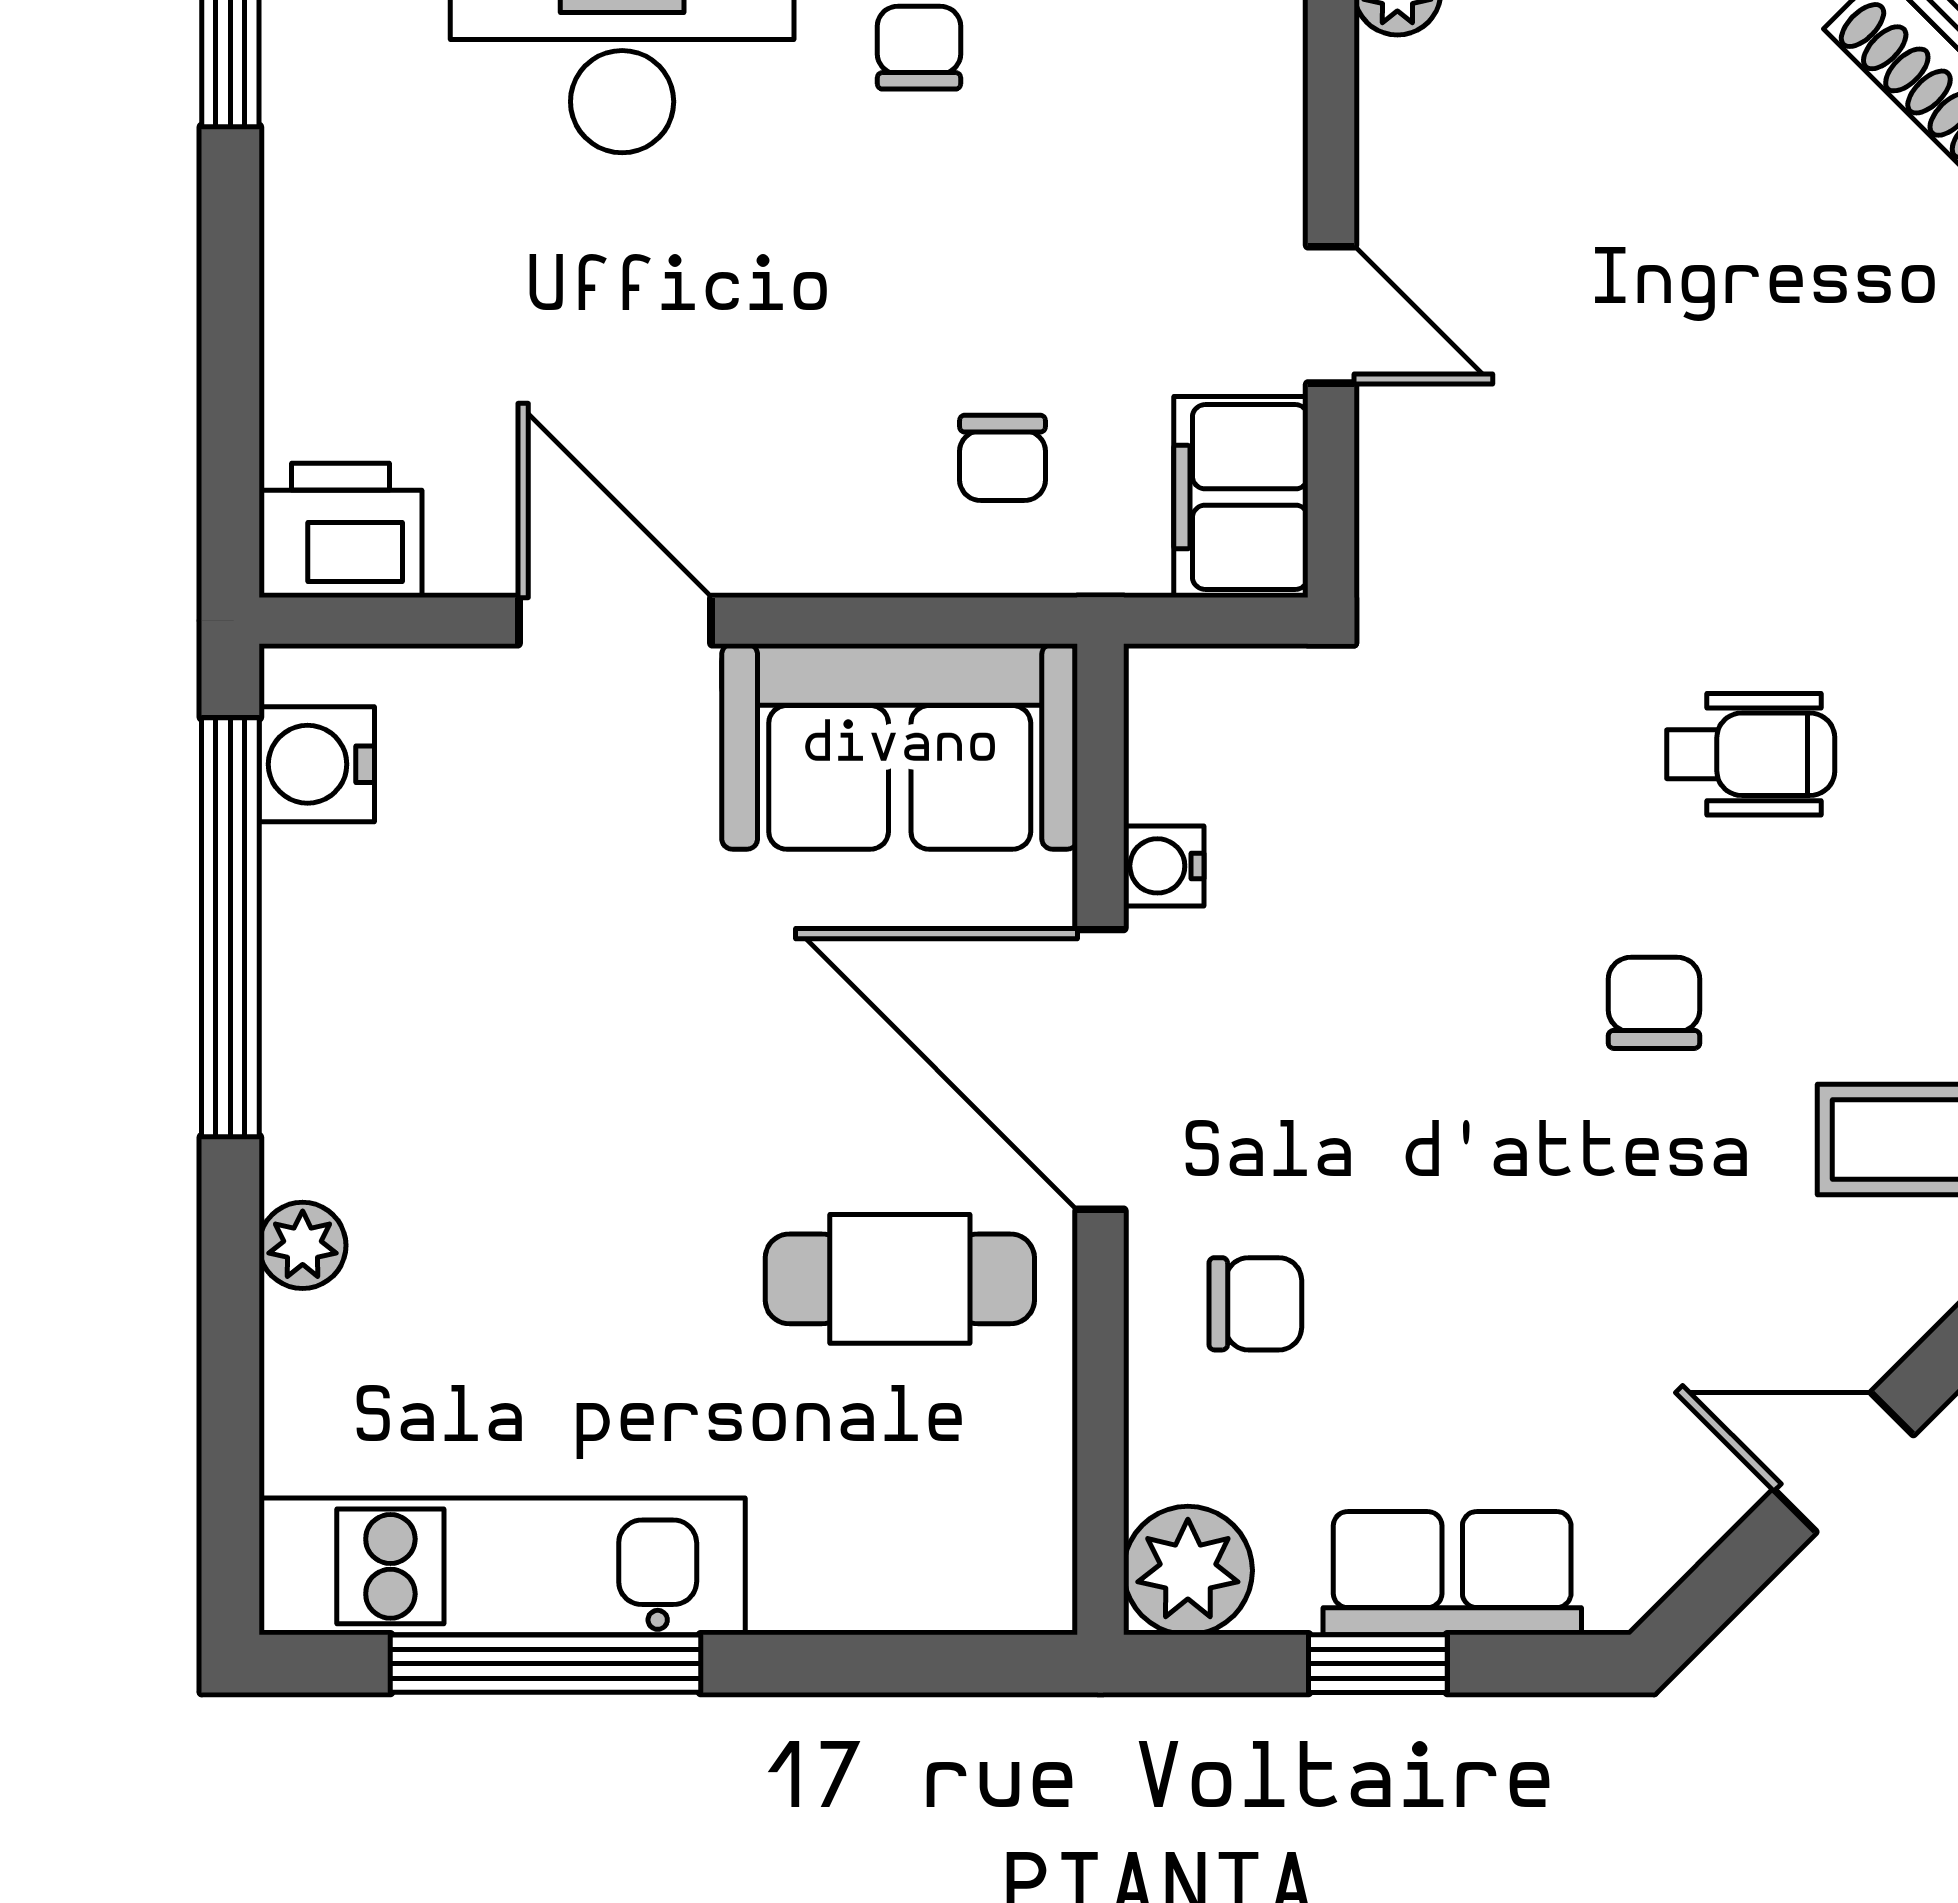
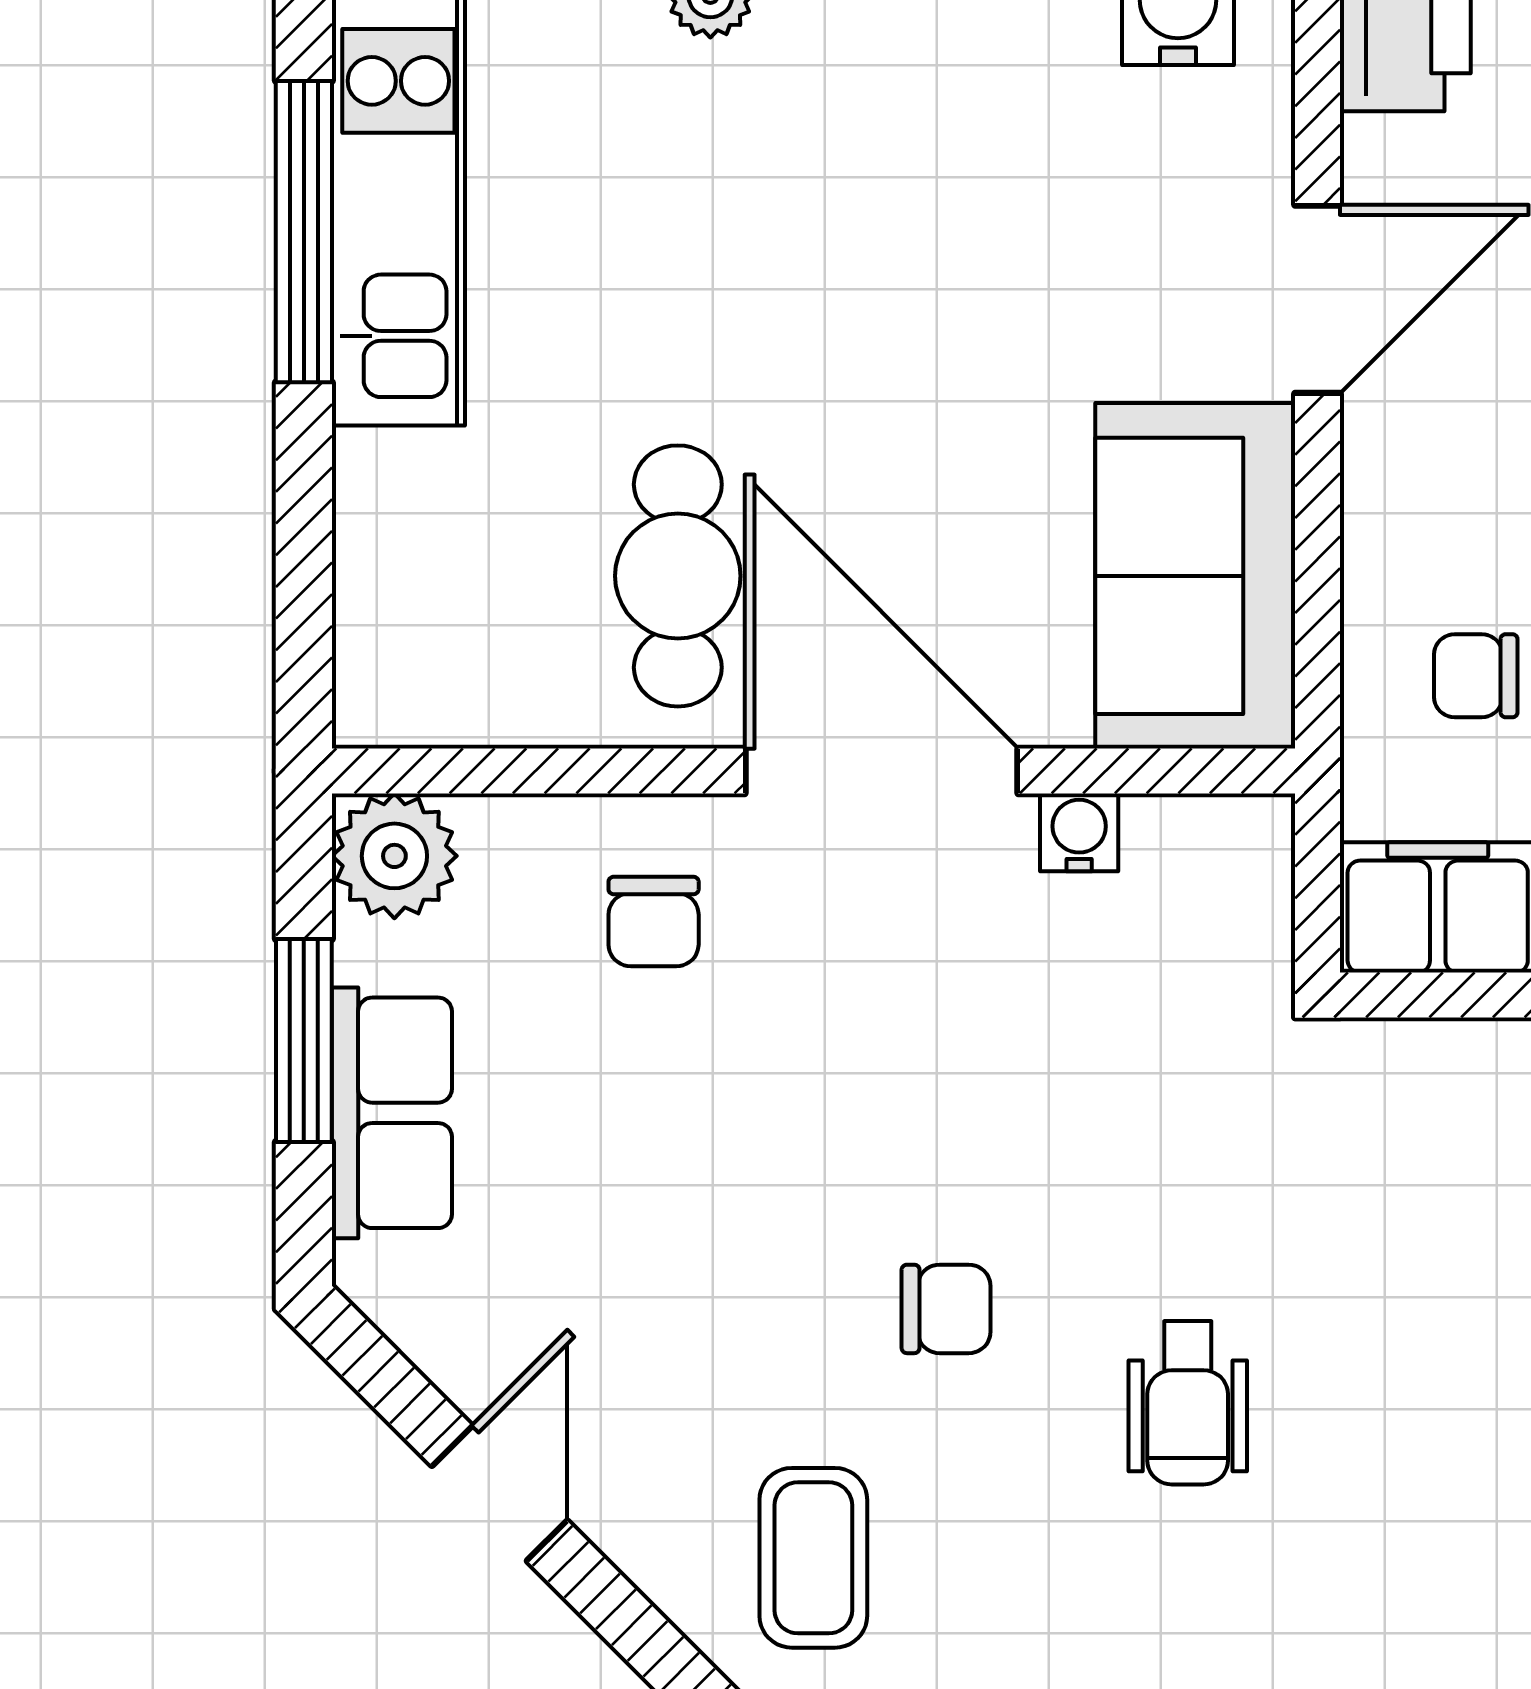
door: (1101, 1069) -> (881, 771), hinge flipped
window: (1378, 1664) -> (304, 1040), width x1.50

